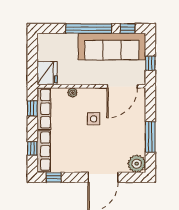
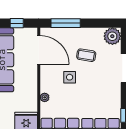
coffee table: (117, 136) -> (86, 55), added
window: (150, 137) -> (66, 23), moved

